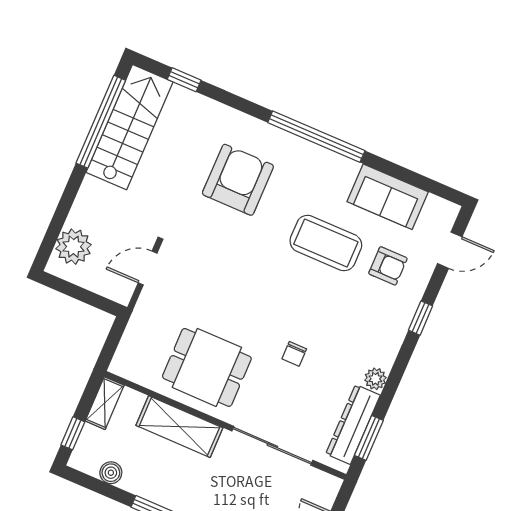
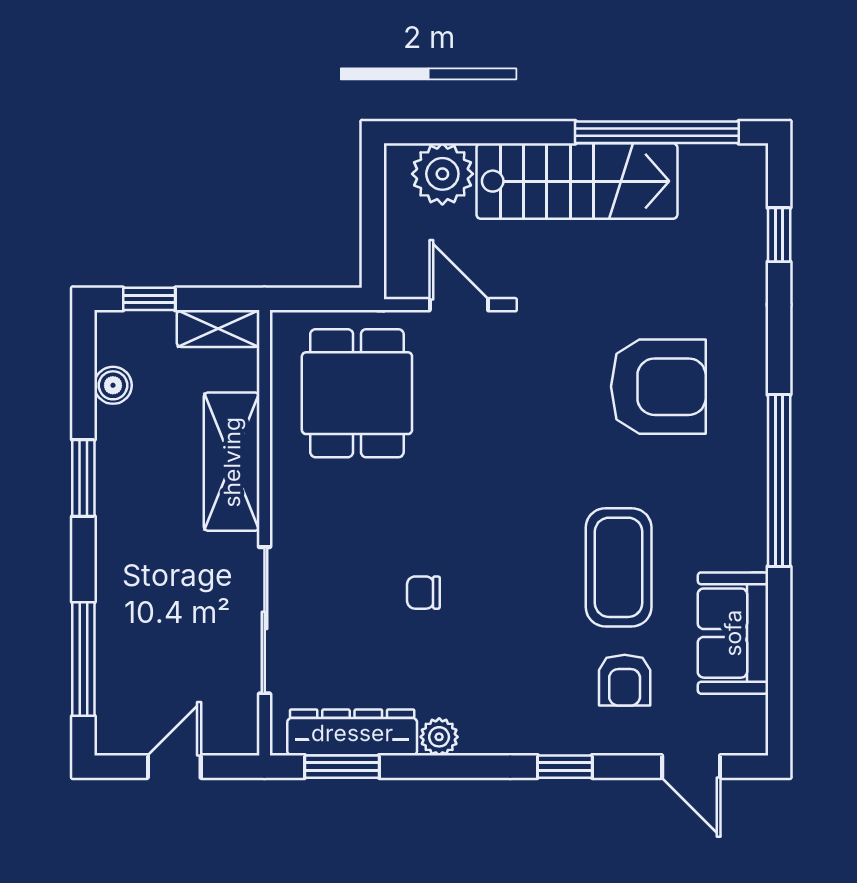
stairs: (130, 127) -> (577, 181), moved
dining table: (207, 367) -> (357, 393), moved

